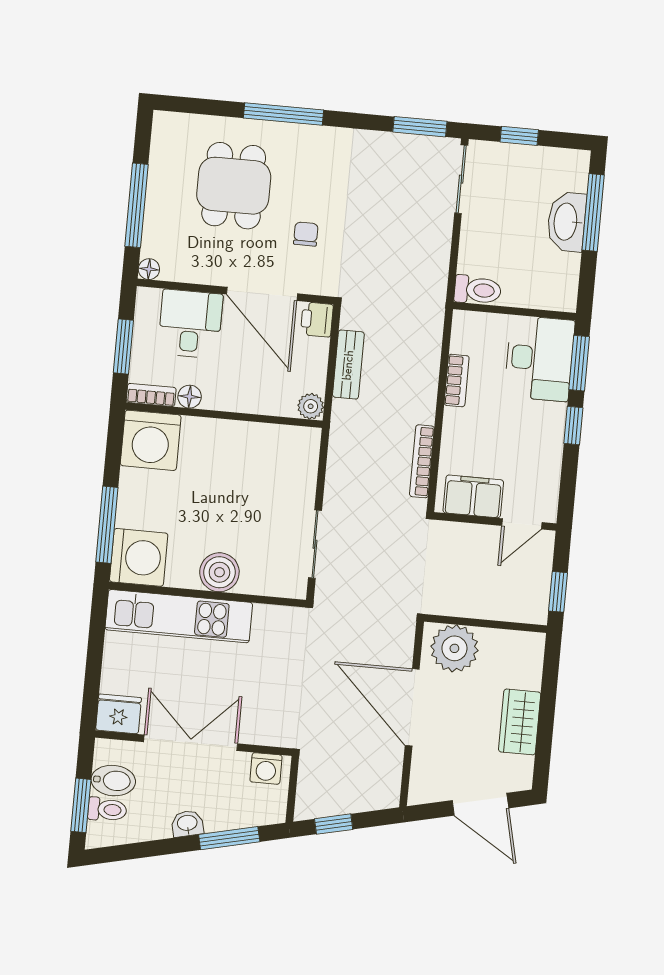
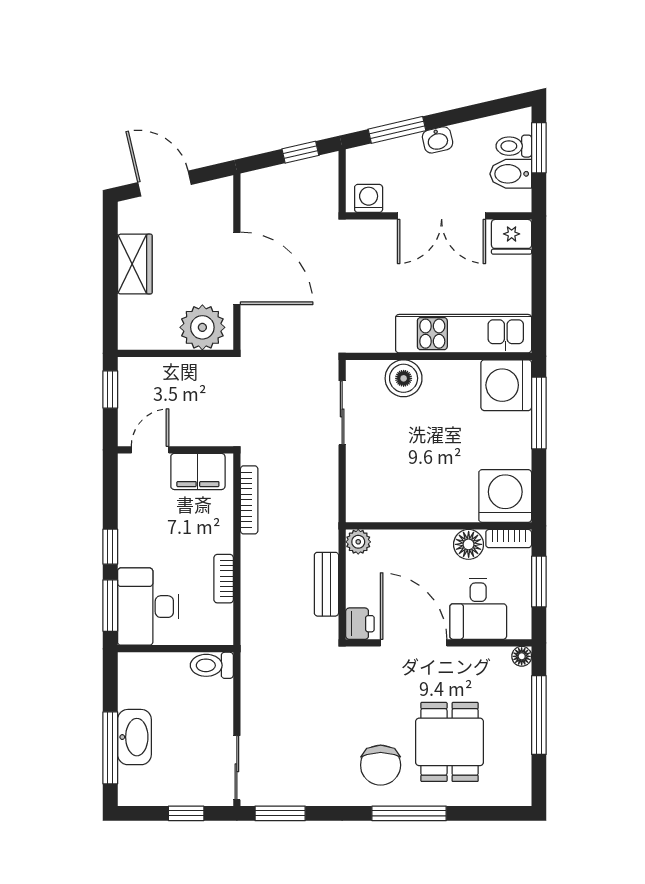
chair: (306, 234) -> (381, 765), moved, width x1.87, depth x1.87
floor lamp: (190, 397) -> (469, 544), width x1.37, depth x1.37
boiler: (219, 572) -> (404, 378), moved

